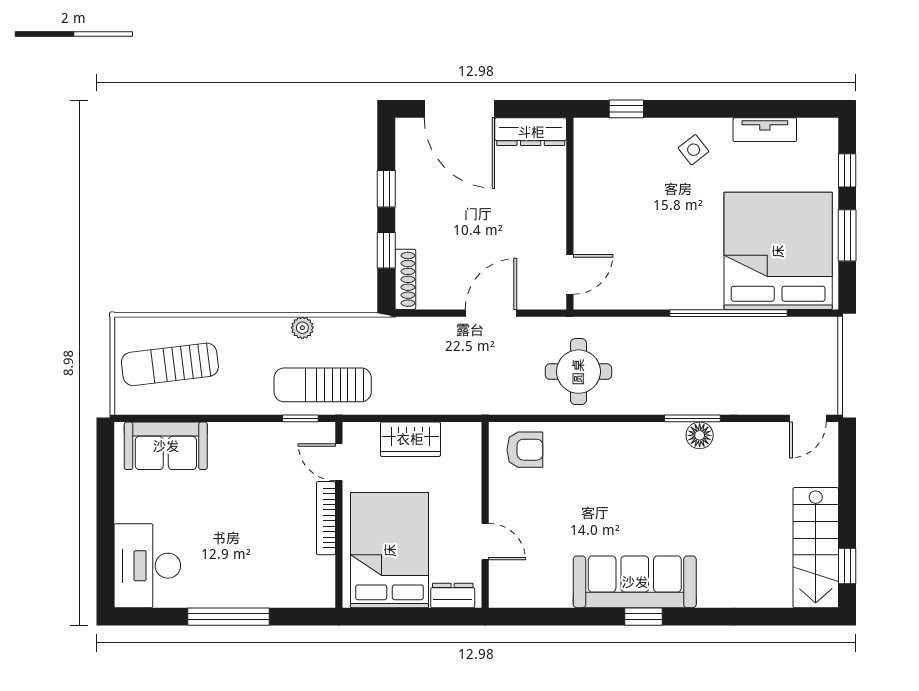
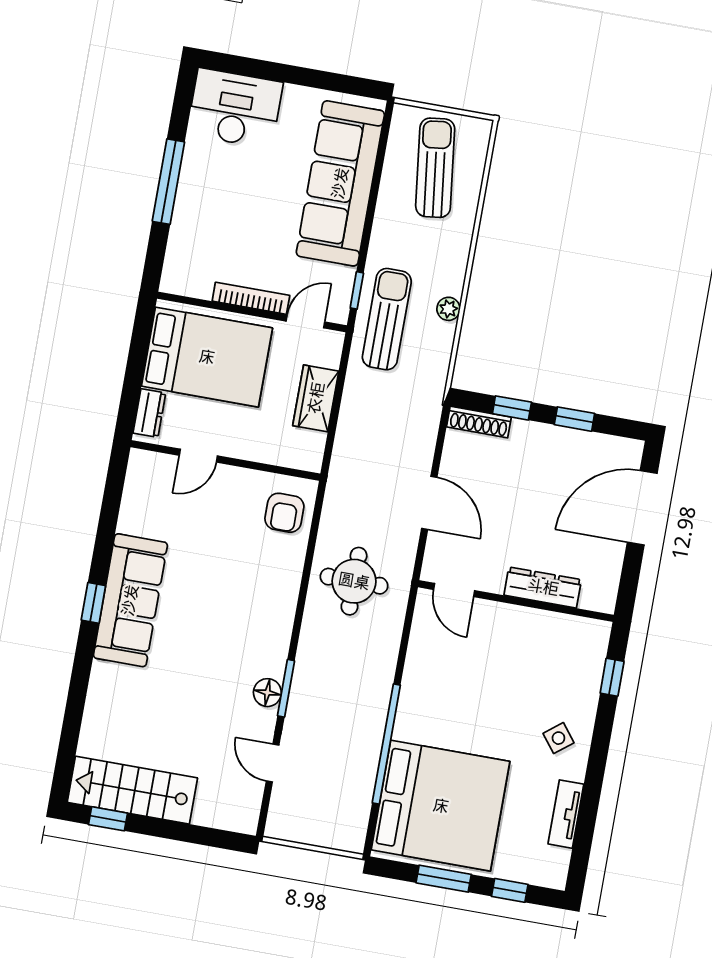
dresser: (531, 132) -> (543, 587), moved, turned 90
door: (808, 418) -> (273, 763), moved
sofa: (166, 446) -> (340, 183), width x1.85, depth x1.27

